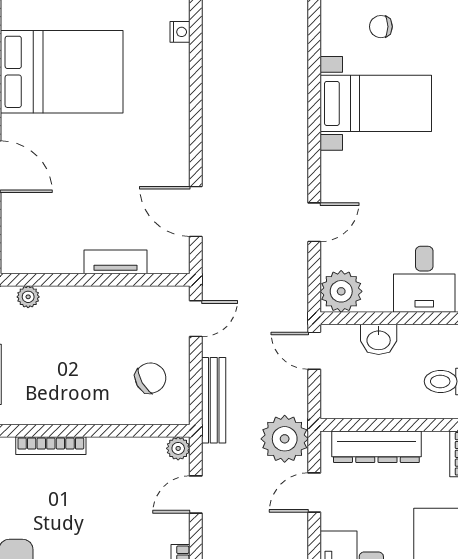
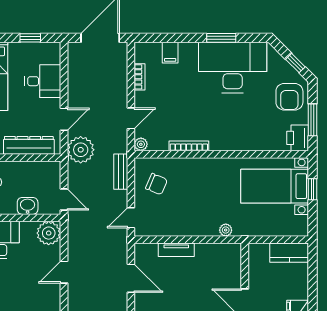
chair: (150, 378) -> (157, 184), turned -127
bench: (214, 400) -> (121, 172), width x0.73
bookcase: (51, 446) -> (189, 146), moved

